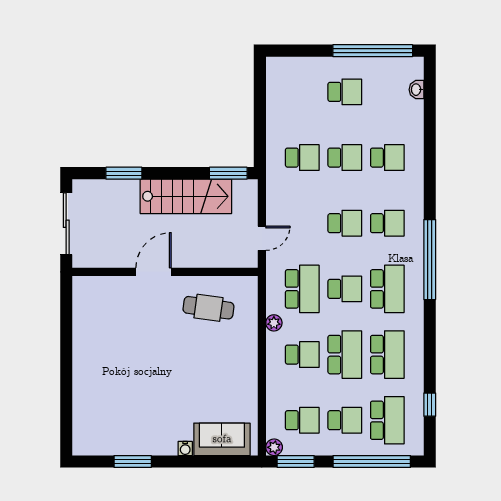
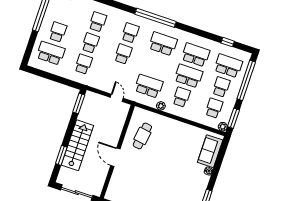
stairs: (186, 196) -> (77, 145), moved
school desk: (345, 289) -> (51, 53), moved, width x1.85

